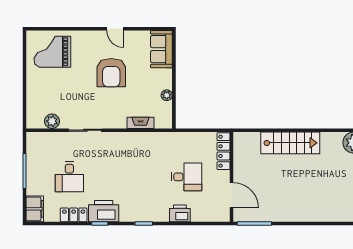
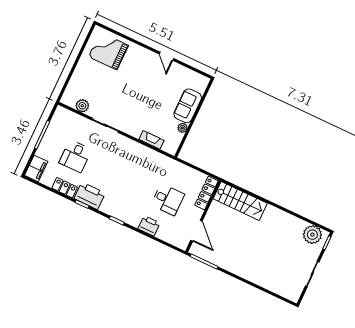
sofa: (161, 49) -> (188, 106), moved
armchair: (111, 73) -> (147, 89), removed
stairs: (290, 143) -> (240, 201), moved

